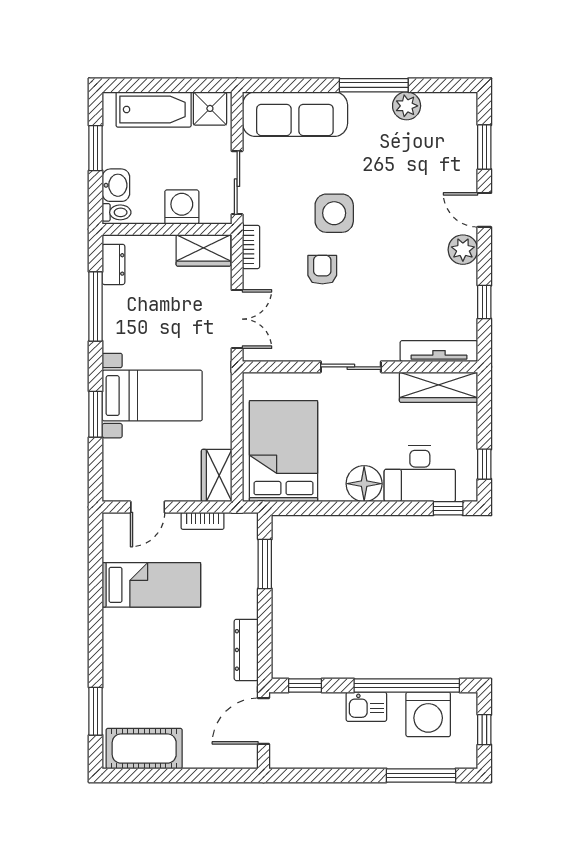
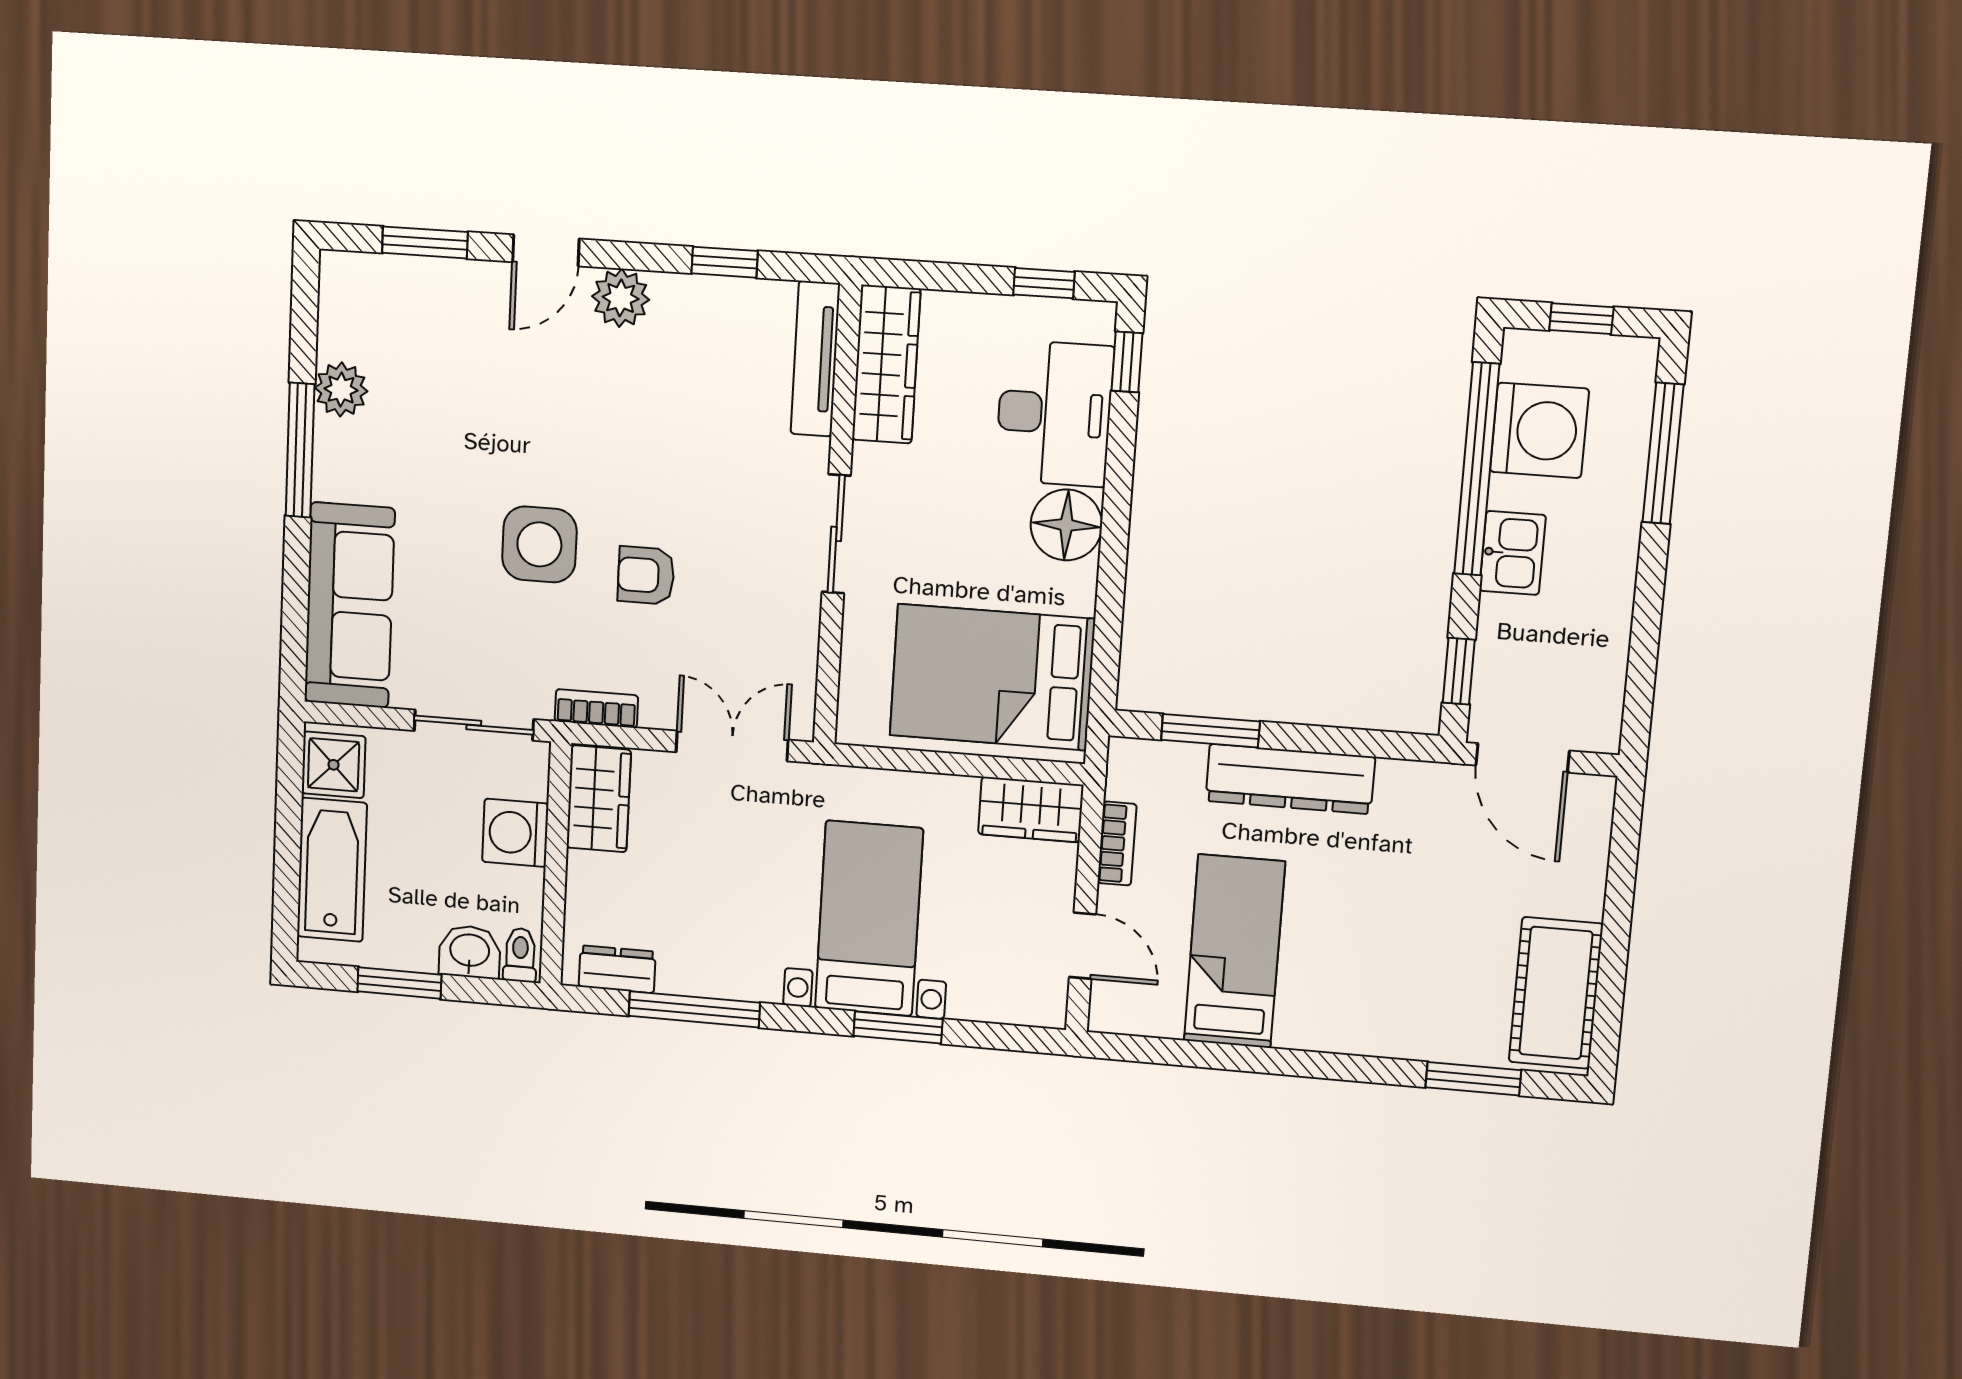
dresser: (246, 650) -> (1290, 779), moved, width x1.37, depth x1.24

